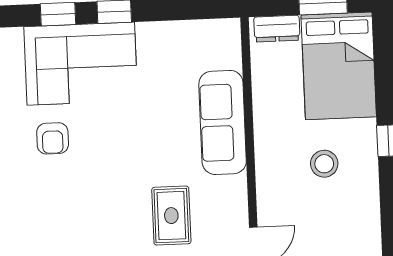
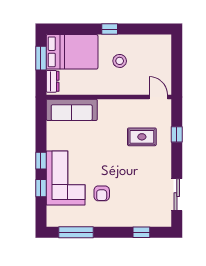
sofa: (223, 122) -> (72, 110), moved
armchair: (53, 138) -> (102, 193), turned 90

